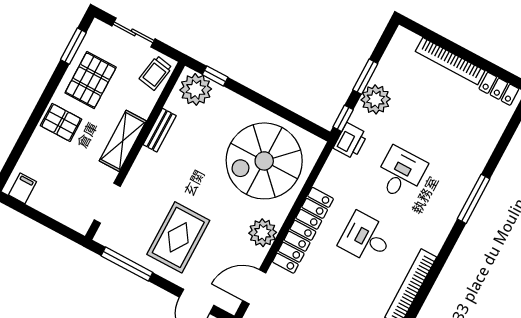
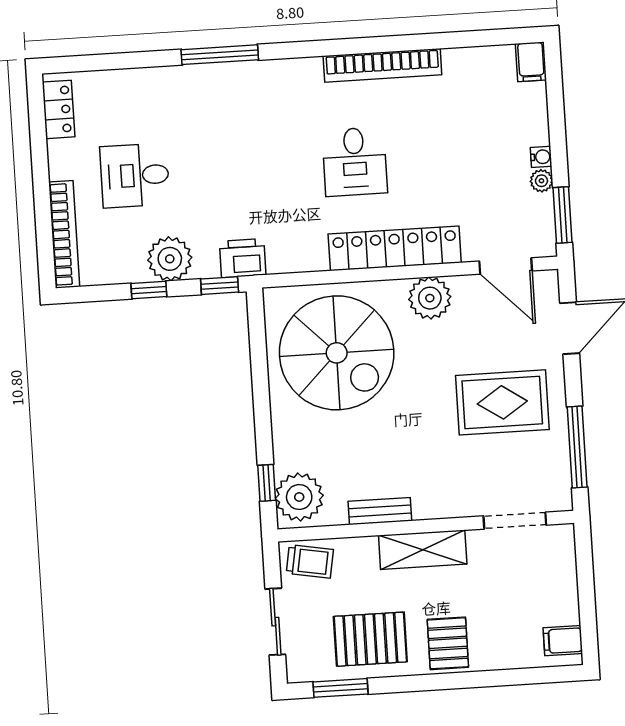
bookcase: (450, 61) -> (64, 234), moved
window: (365, 77) -> (149, 290), width x0.67
desk: (400, 173) -> (135, 175), moved

